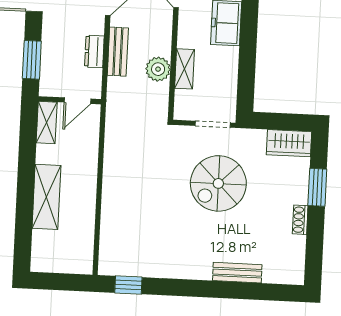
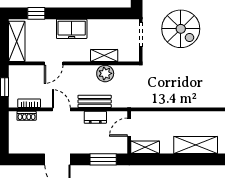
door: (78, 101) -> (129, 127), swing flipped

